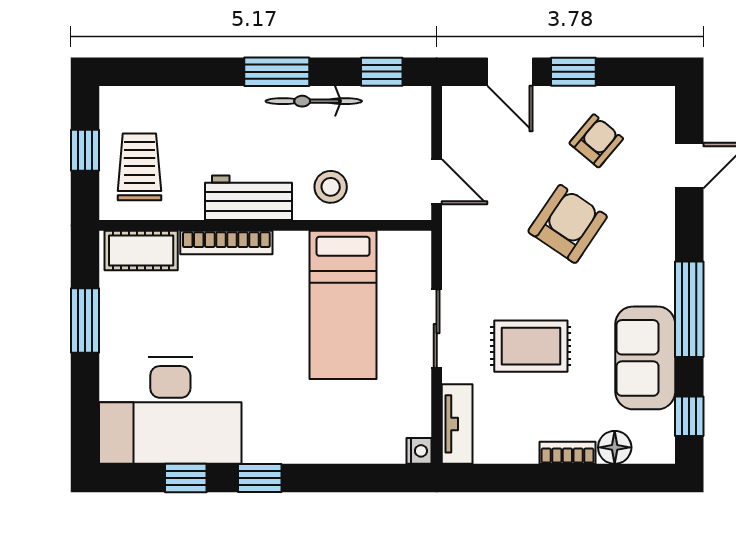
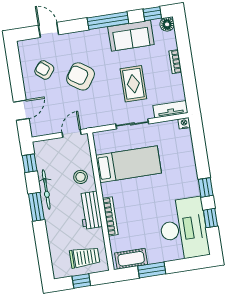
window: (573, 72) -> (17, 84), removed
trolley: (139, 167) -> (85, 257), turned 180
cot: (141, 251) -> (131, 259), moved, turned 90
floor lamp: (615, 447) -> (167, 24), moved

